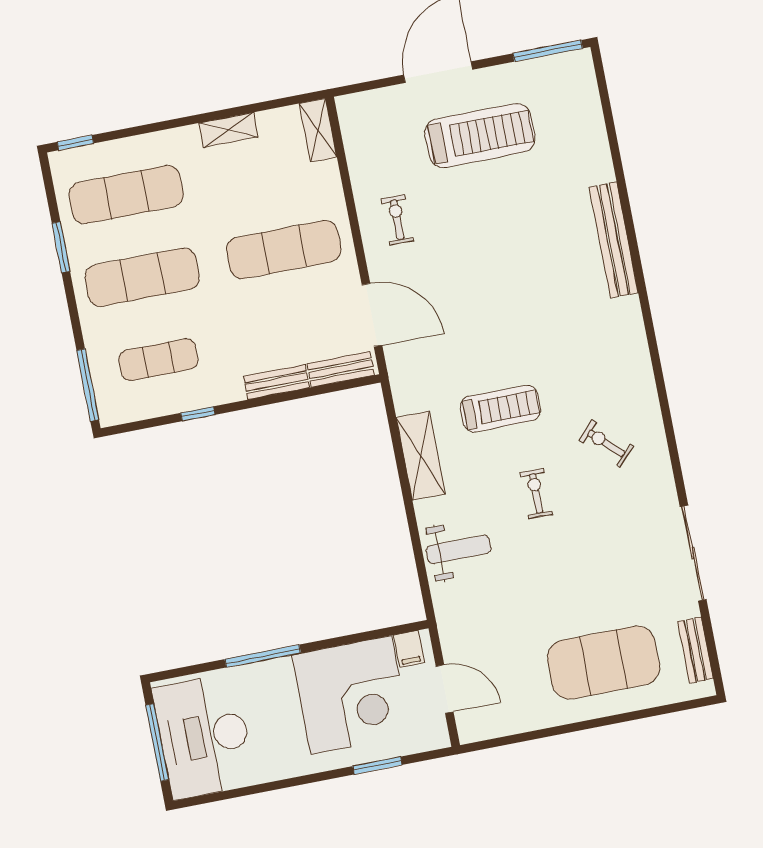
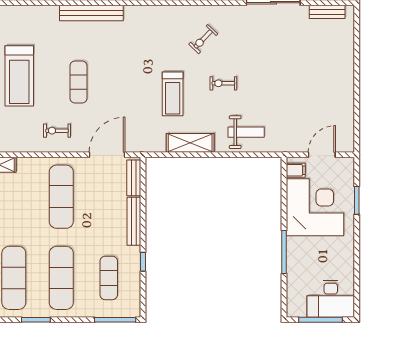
treadmill: (480, 136) -> (19, 76), turned 180
bench: (277, 382) -> (134, 221), width x1.36
treadmill: (500, 409) -> (173, 94), turned 180
weight bench: (459, 550) -> (246, 132), turned 90
exercise mat: (603, 663) -> (78, 82), moved, width x0.50, depth x0.69
desk: (204, 736) -> (331, 299), width x0.73, depth x0.77

